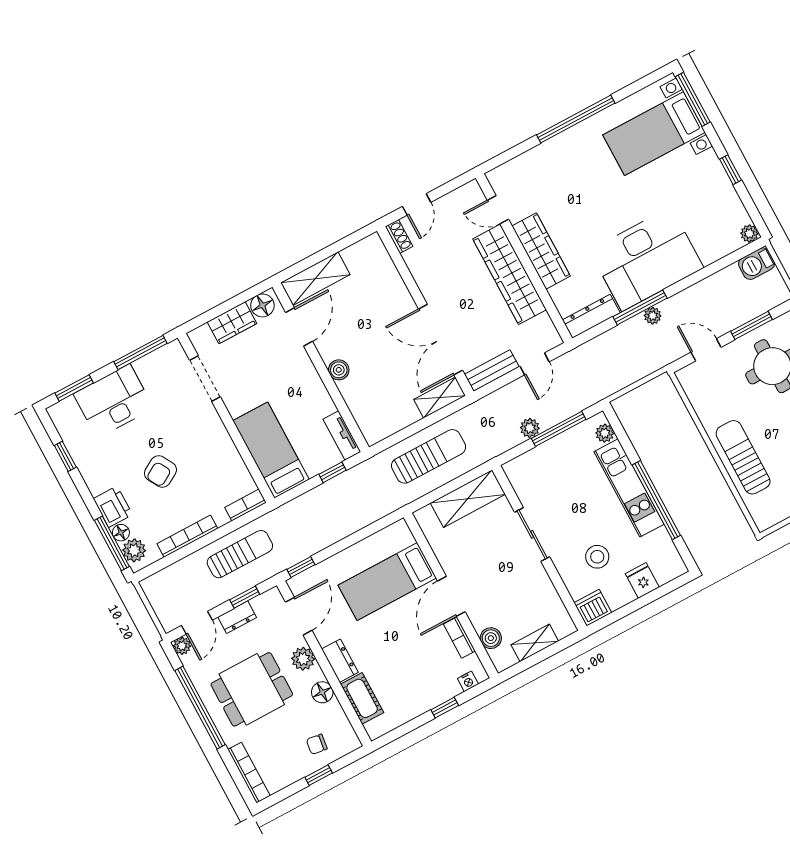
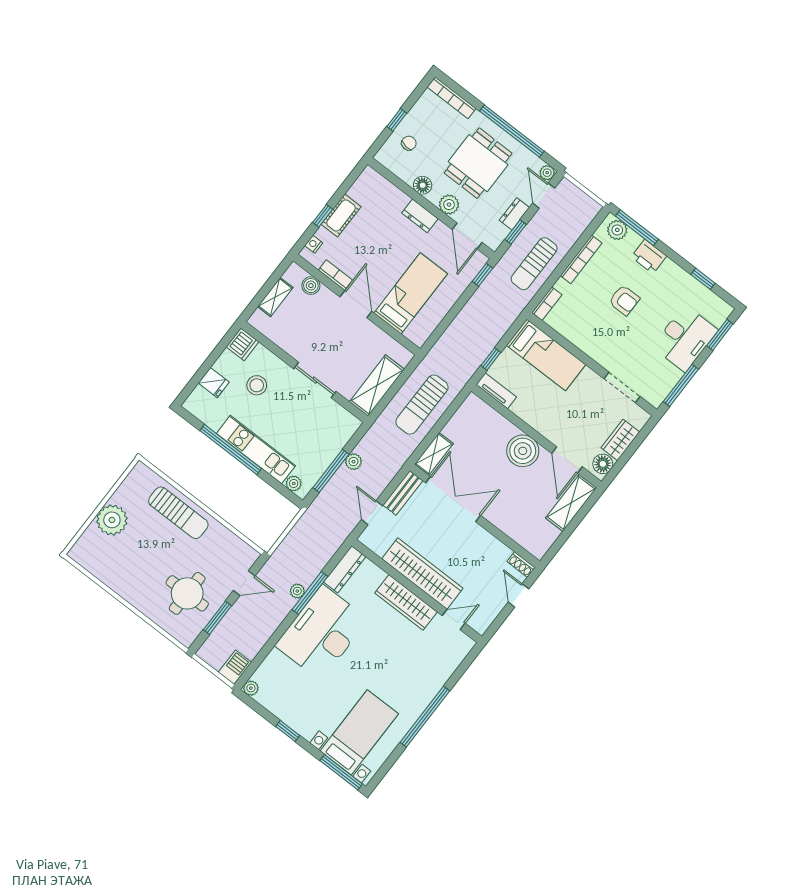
boiler: (339, 370) -> (523, 451), width x1.86, depth x1.86
armchair: (160, 471) -> (624, 300), turned 120
floor lamp: (121, 533) -> (634, 239), removed
cot: (362, 698) -> (341, 215), moved, turned 90

